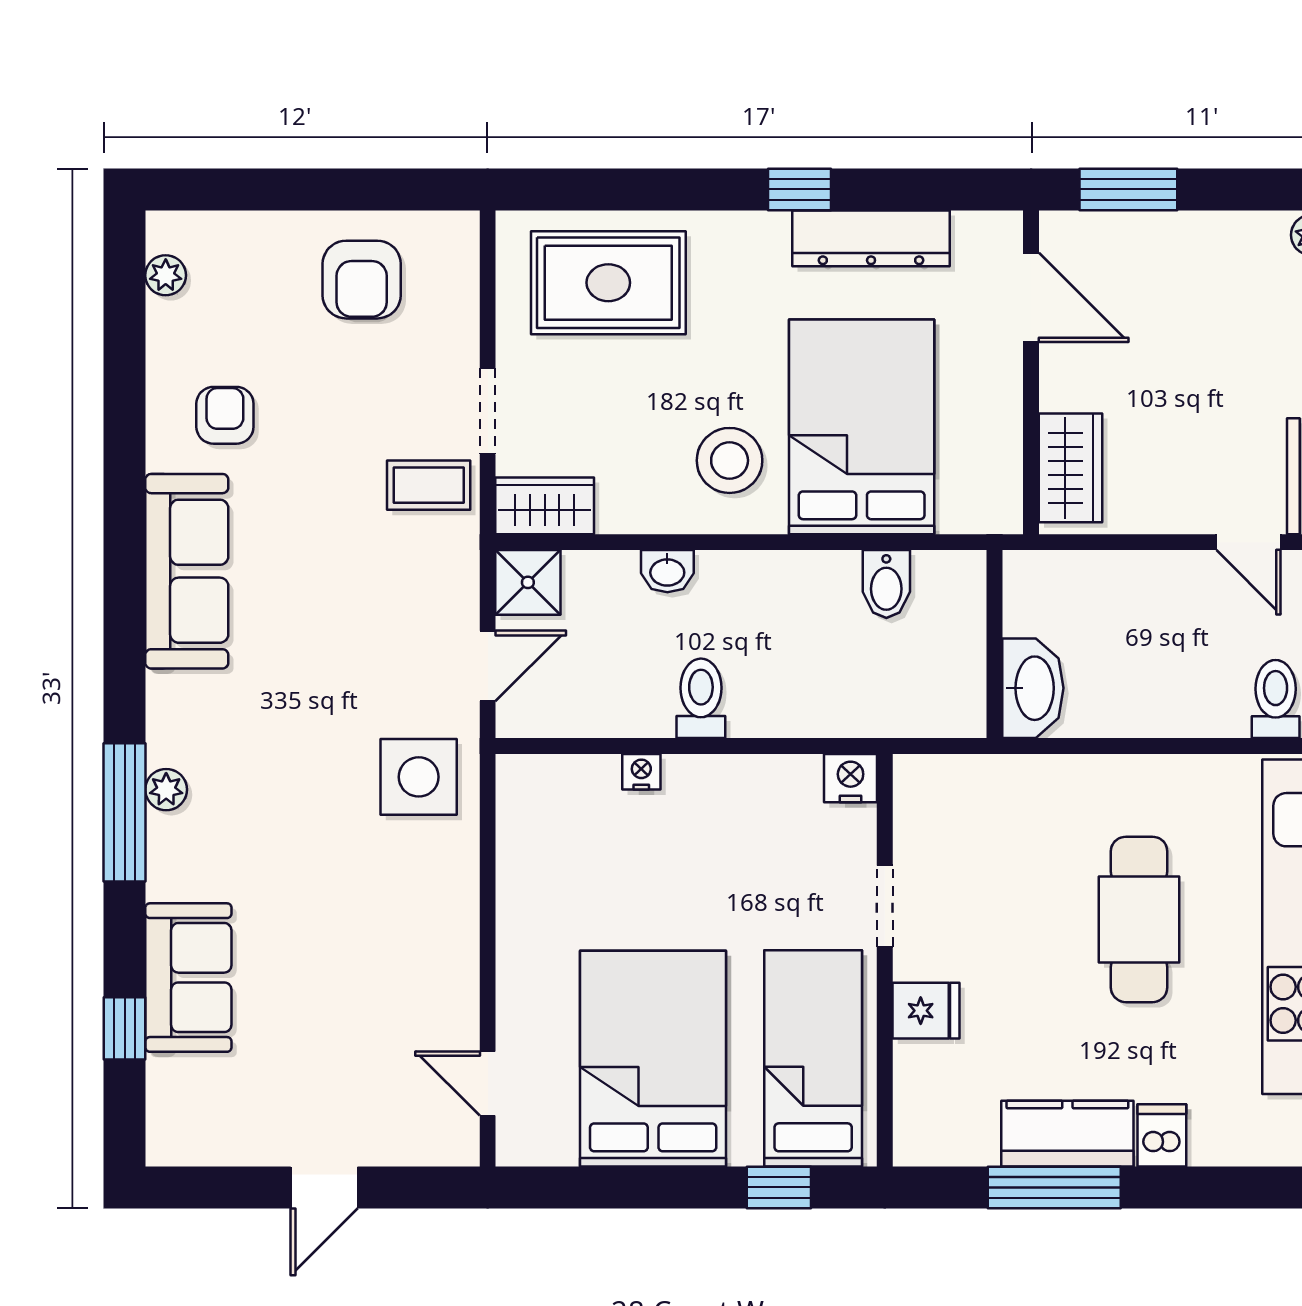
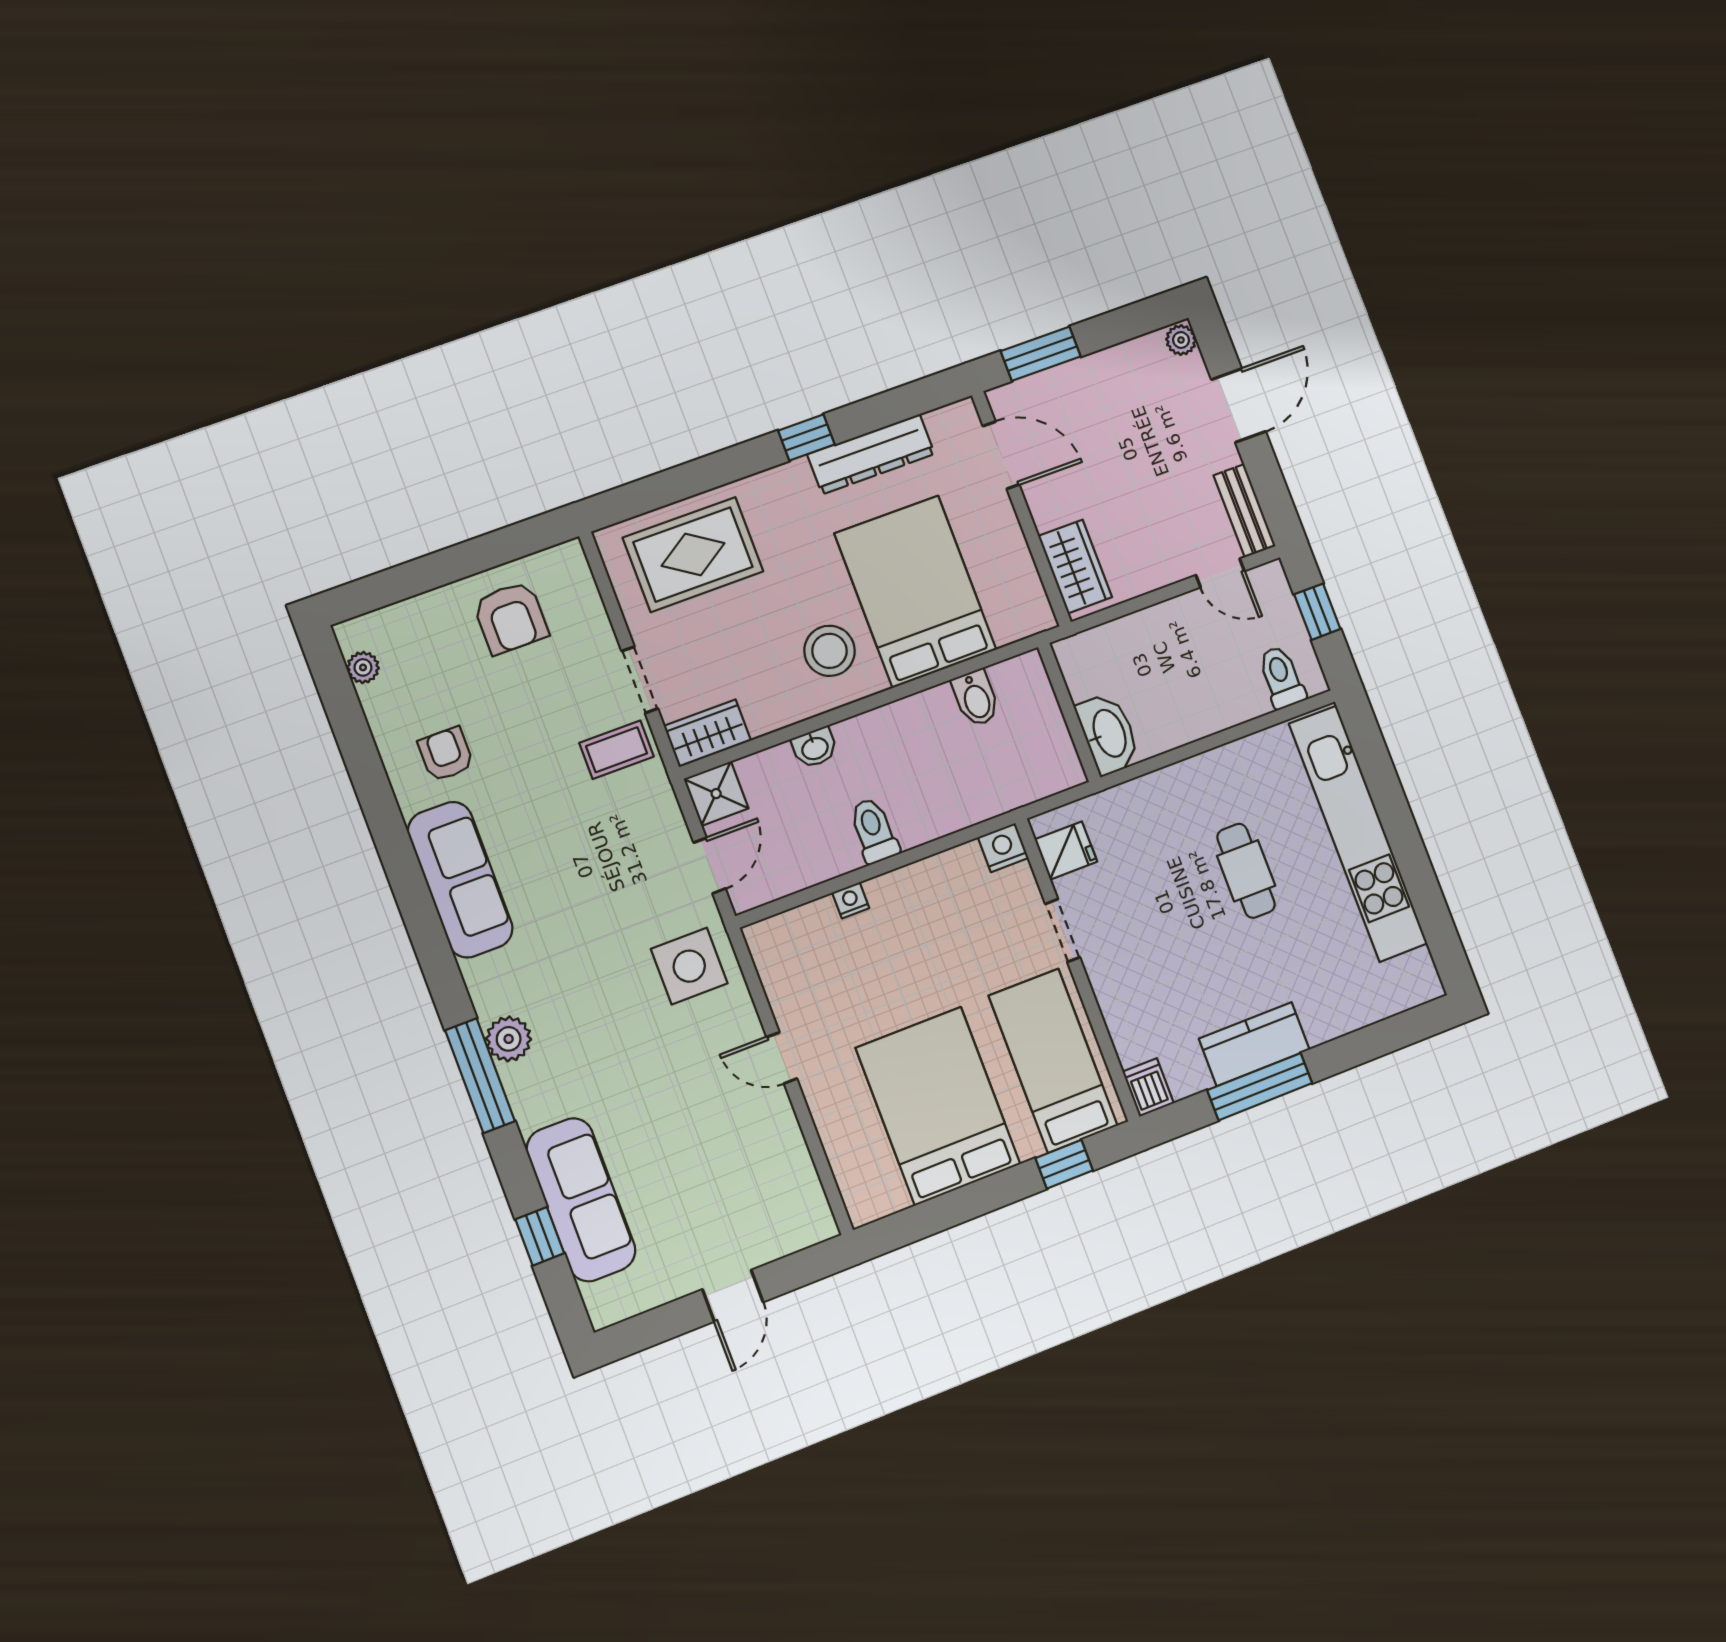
plant: (166, 790) -> (509, 1039), width x1.38, depth x1.38
cafe table: (1139, 919) -> (1246, 871), width x0.73, depth x0.74
sofa: (188, 978) -> (581, 1200), width x1.36
fridge: (926, 1011) -> (1066, 850), moved
door: (488, 1083) -> (782, 1058), moved
dishwasher: (1162, 1135) -> (1148, 1087), moved

